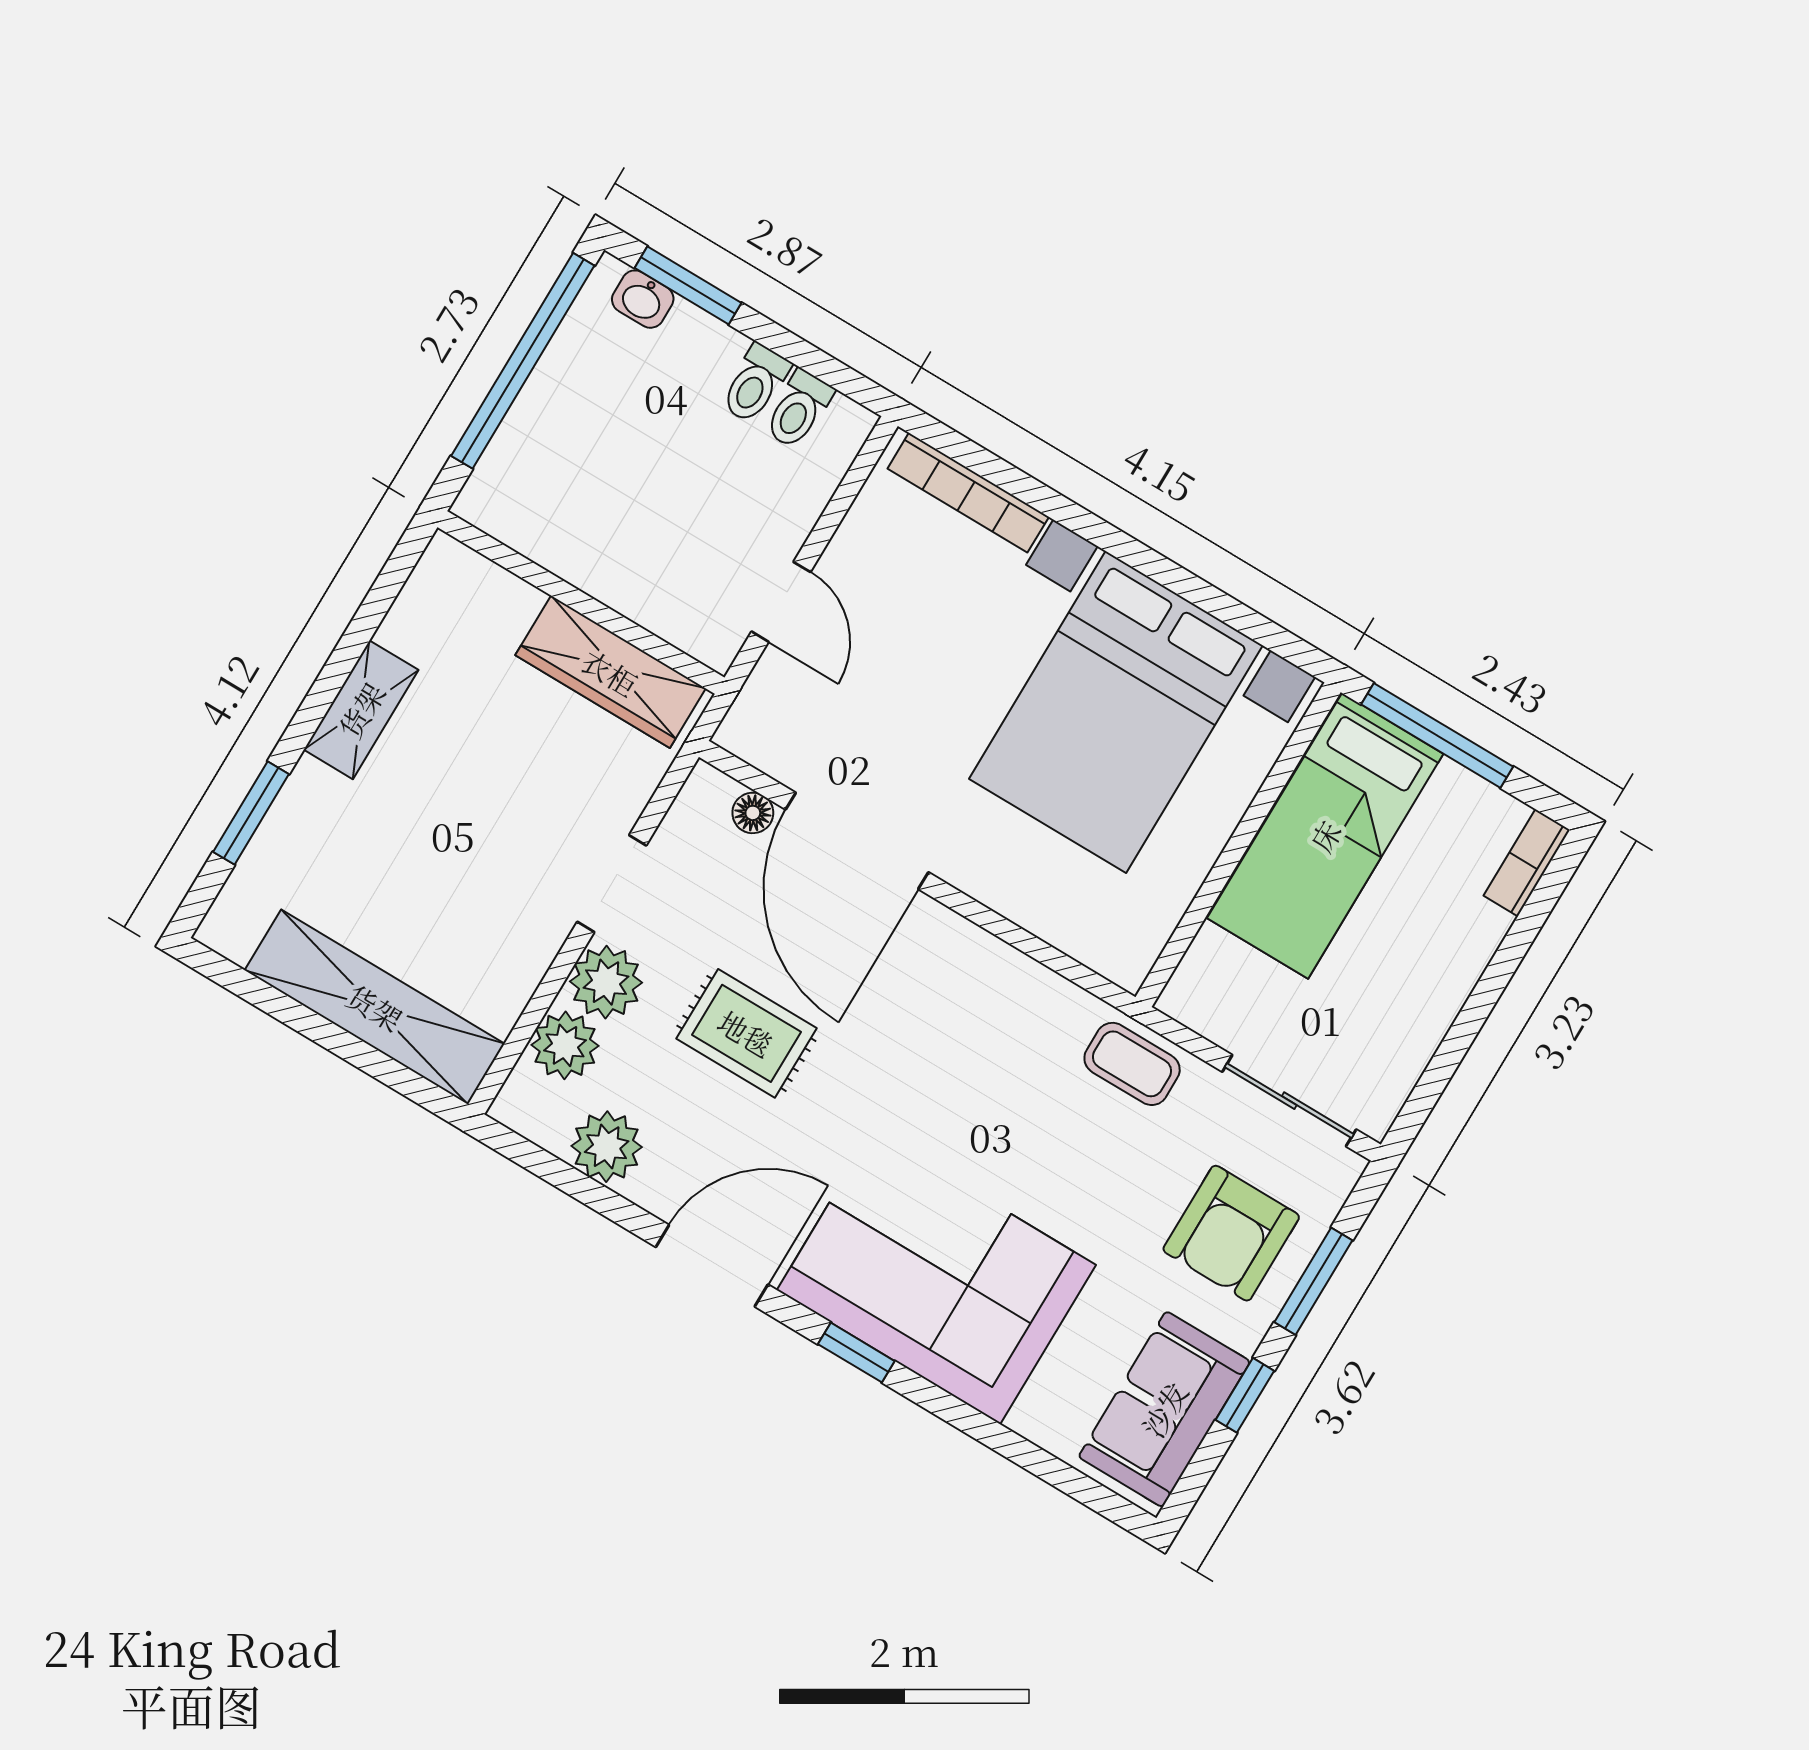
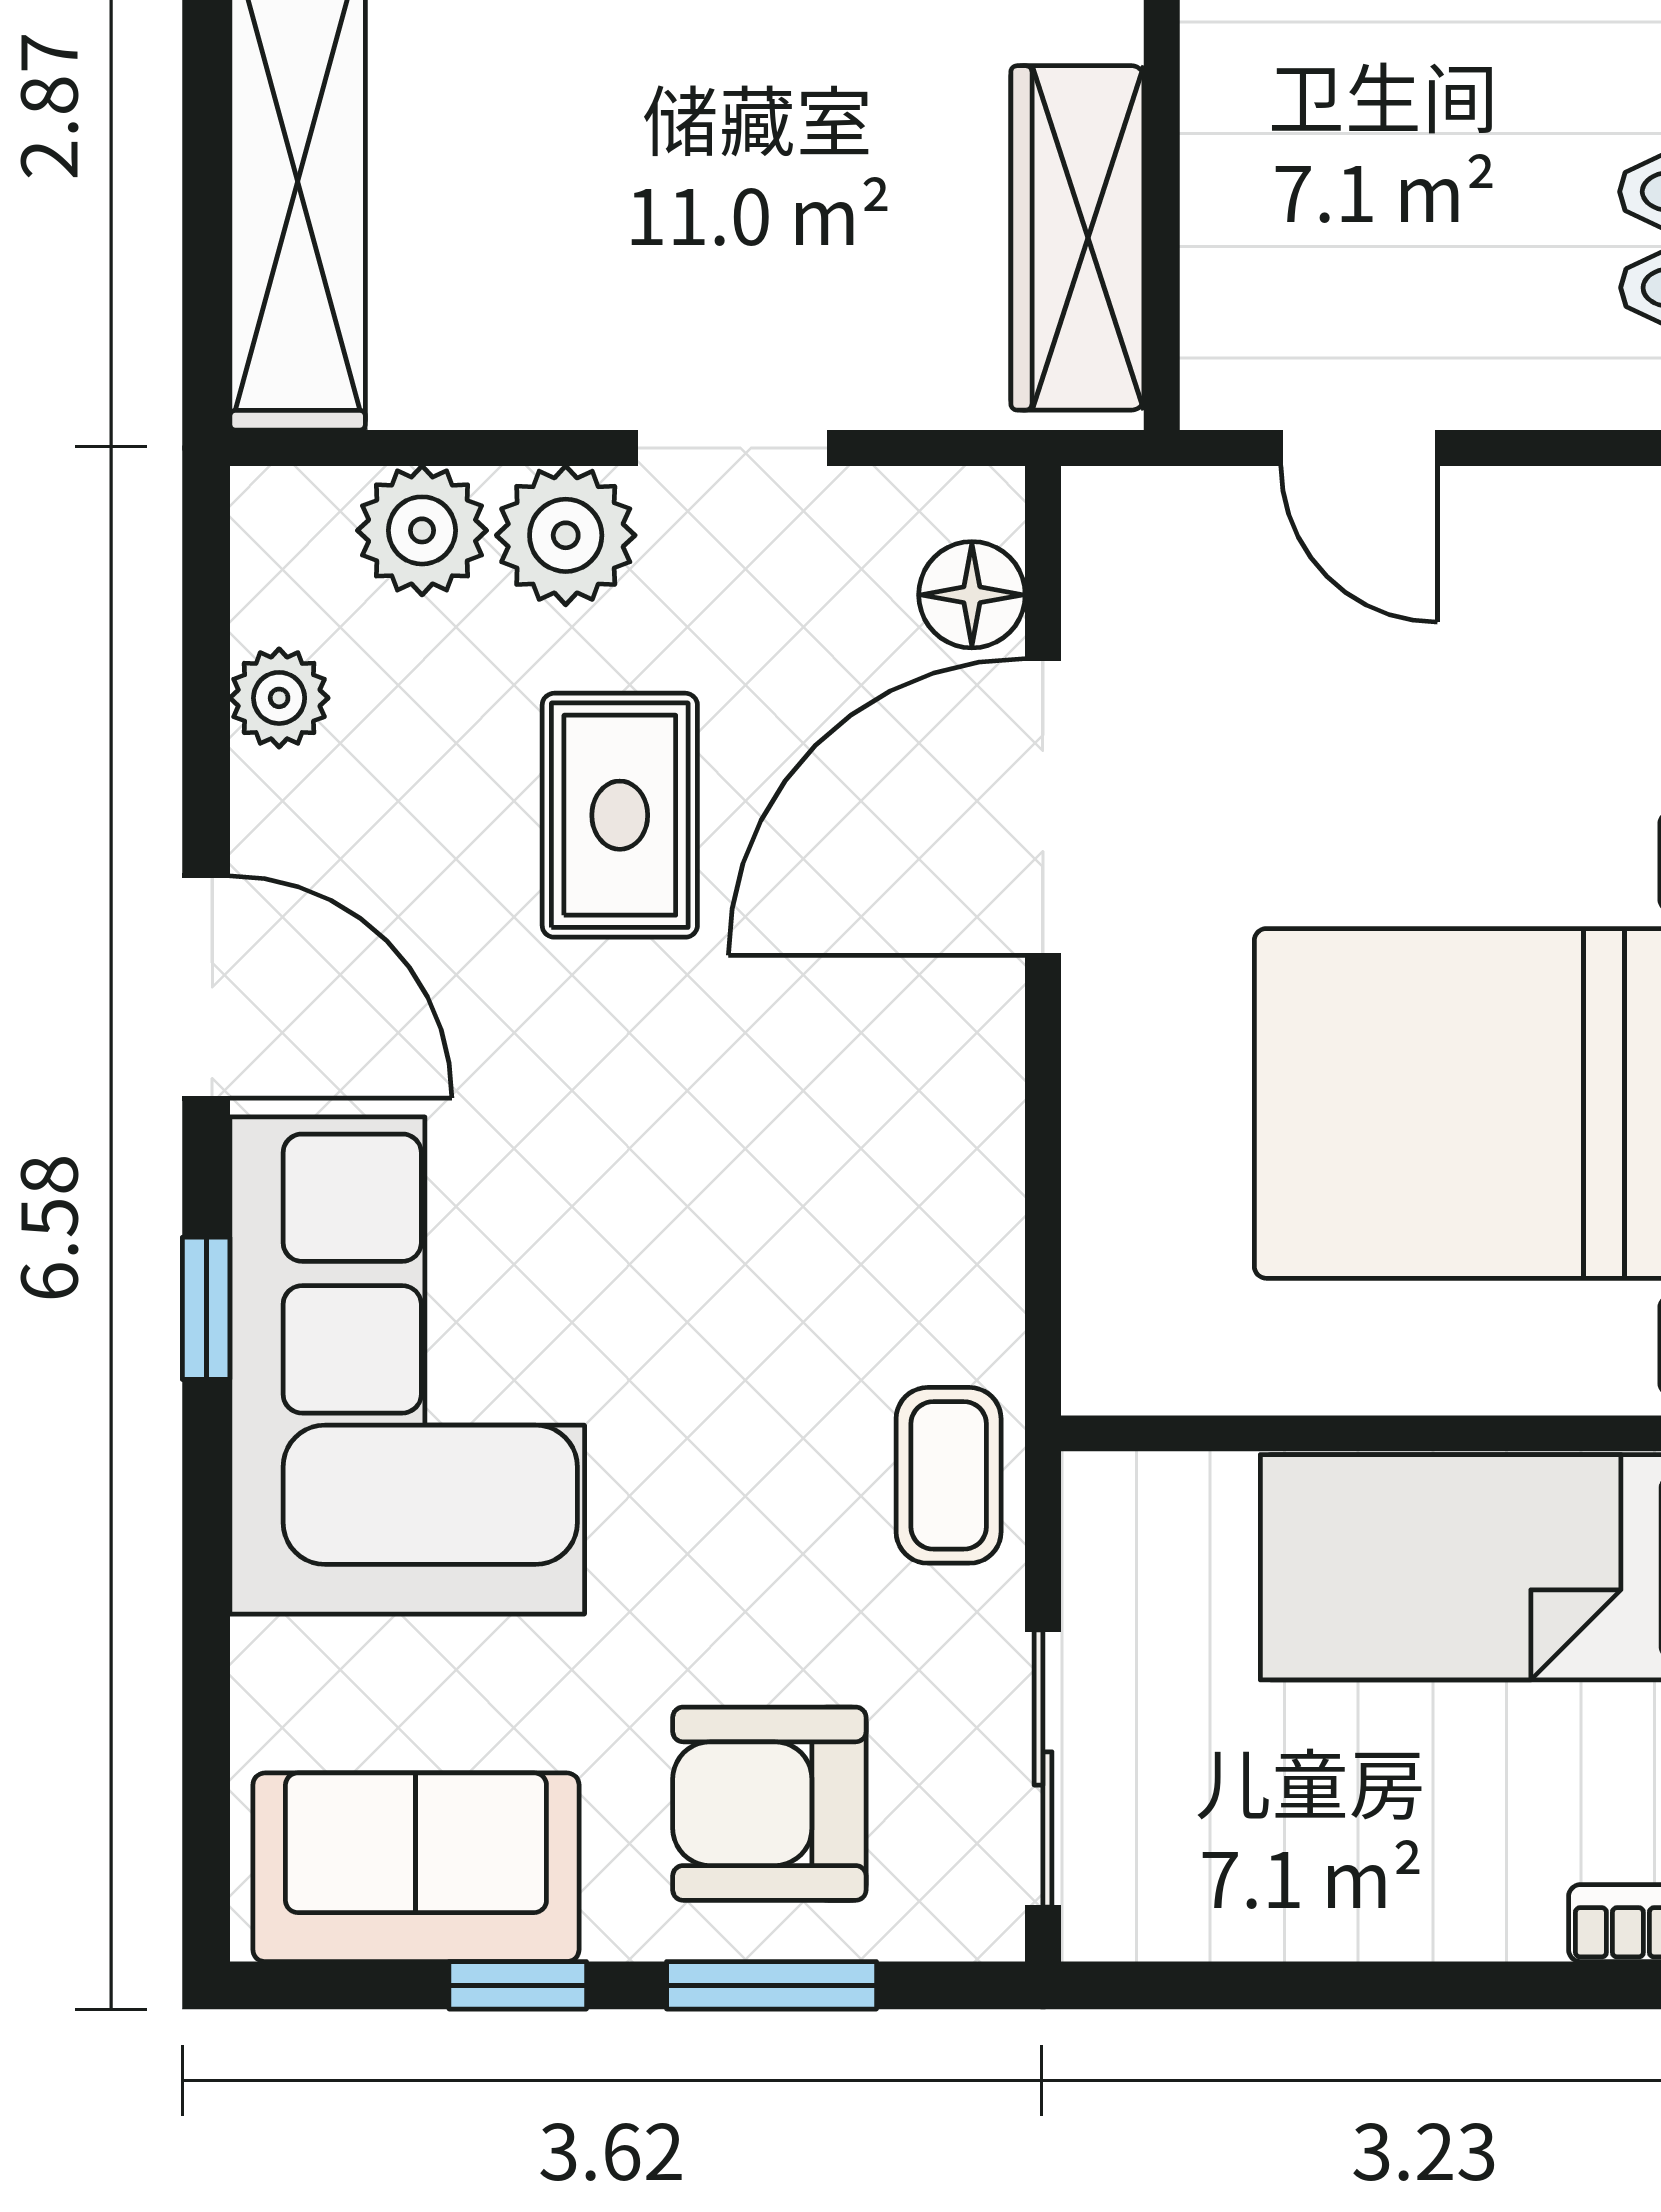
door: (781, 602) -> (1359, 448), hinge flipped
floor lamp: (753, 813) -> (972, 595), width x1.37, depth x1.37
plant: (607, 1147) -> (279, 698), width x0.73, depth x0.73

